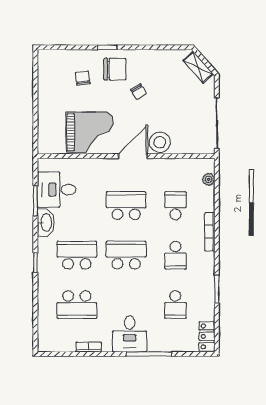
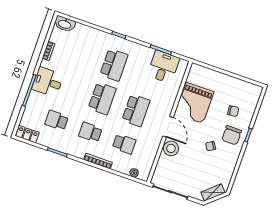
washbasin: (46, 223) -> (65, 24), moved
school desk: (77, 305) -> (80, 53), removed

